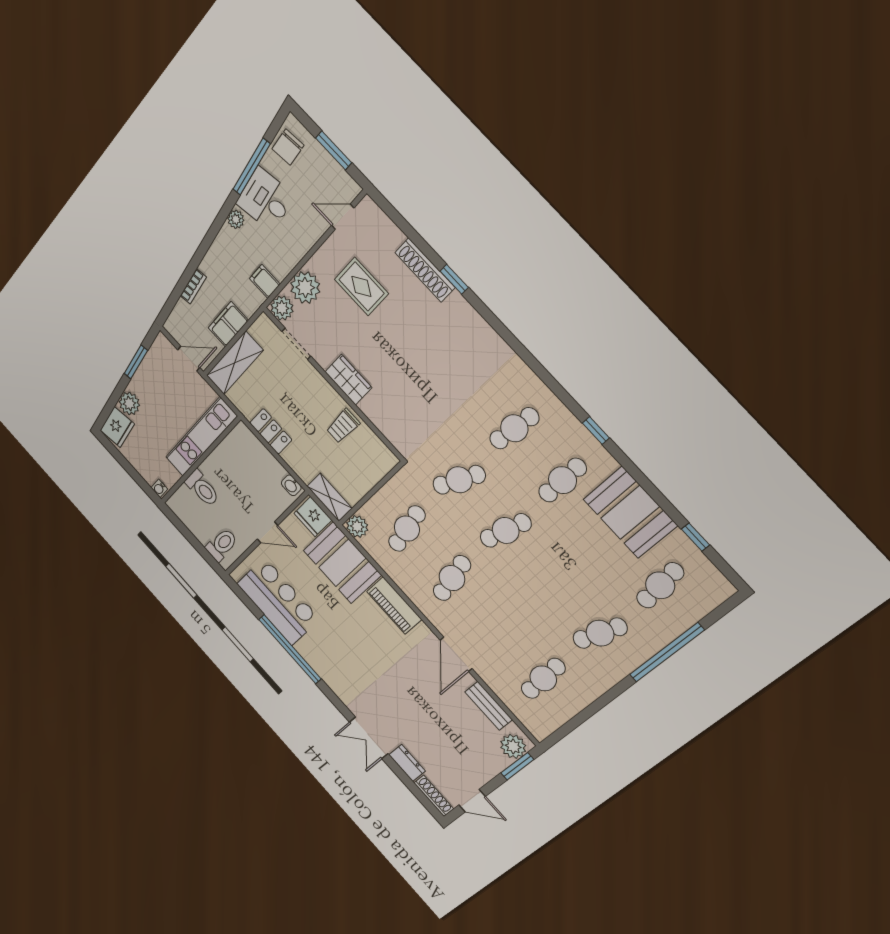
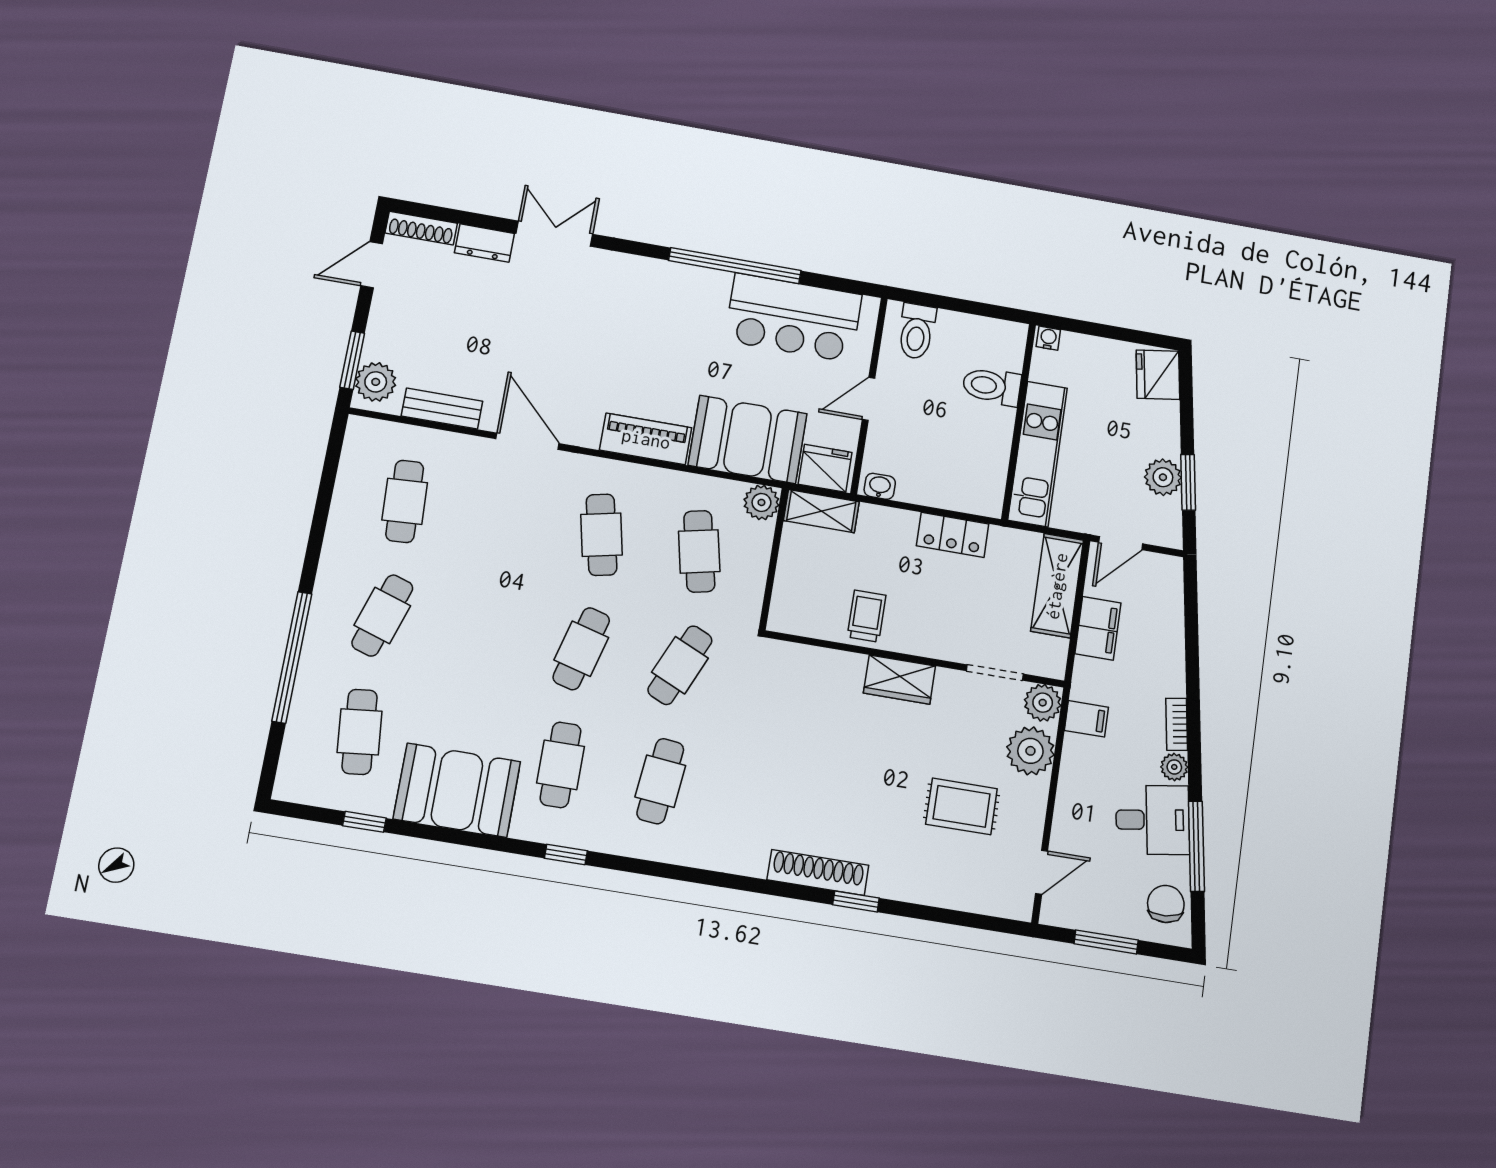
shoe rack: (425, 270) -> (818, 872), moved
bookcase: (193, 286) -> (1177, 724), moved
plant: (129, 403) -> (1163, 477), moved

